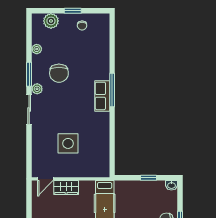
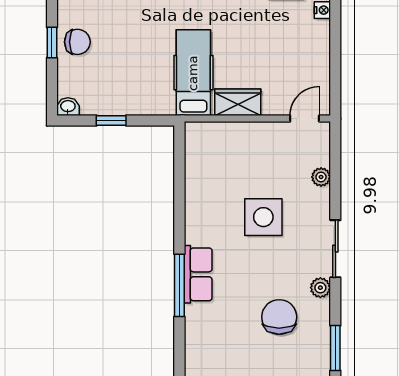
plant: (37, 49) -> (321, 177), moved
window: (29, 74) -> (335, 348), moved
side table: (68, 143) -> (263, 217), moved
wardrobe: (66, 188) -> (238, 102), moved

